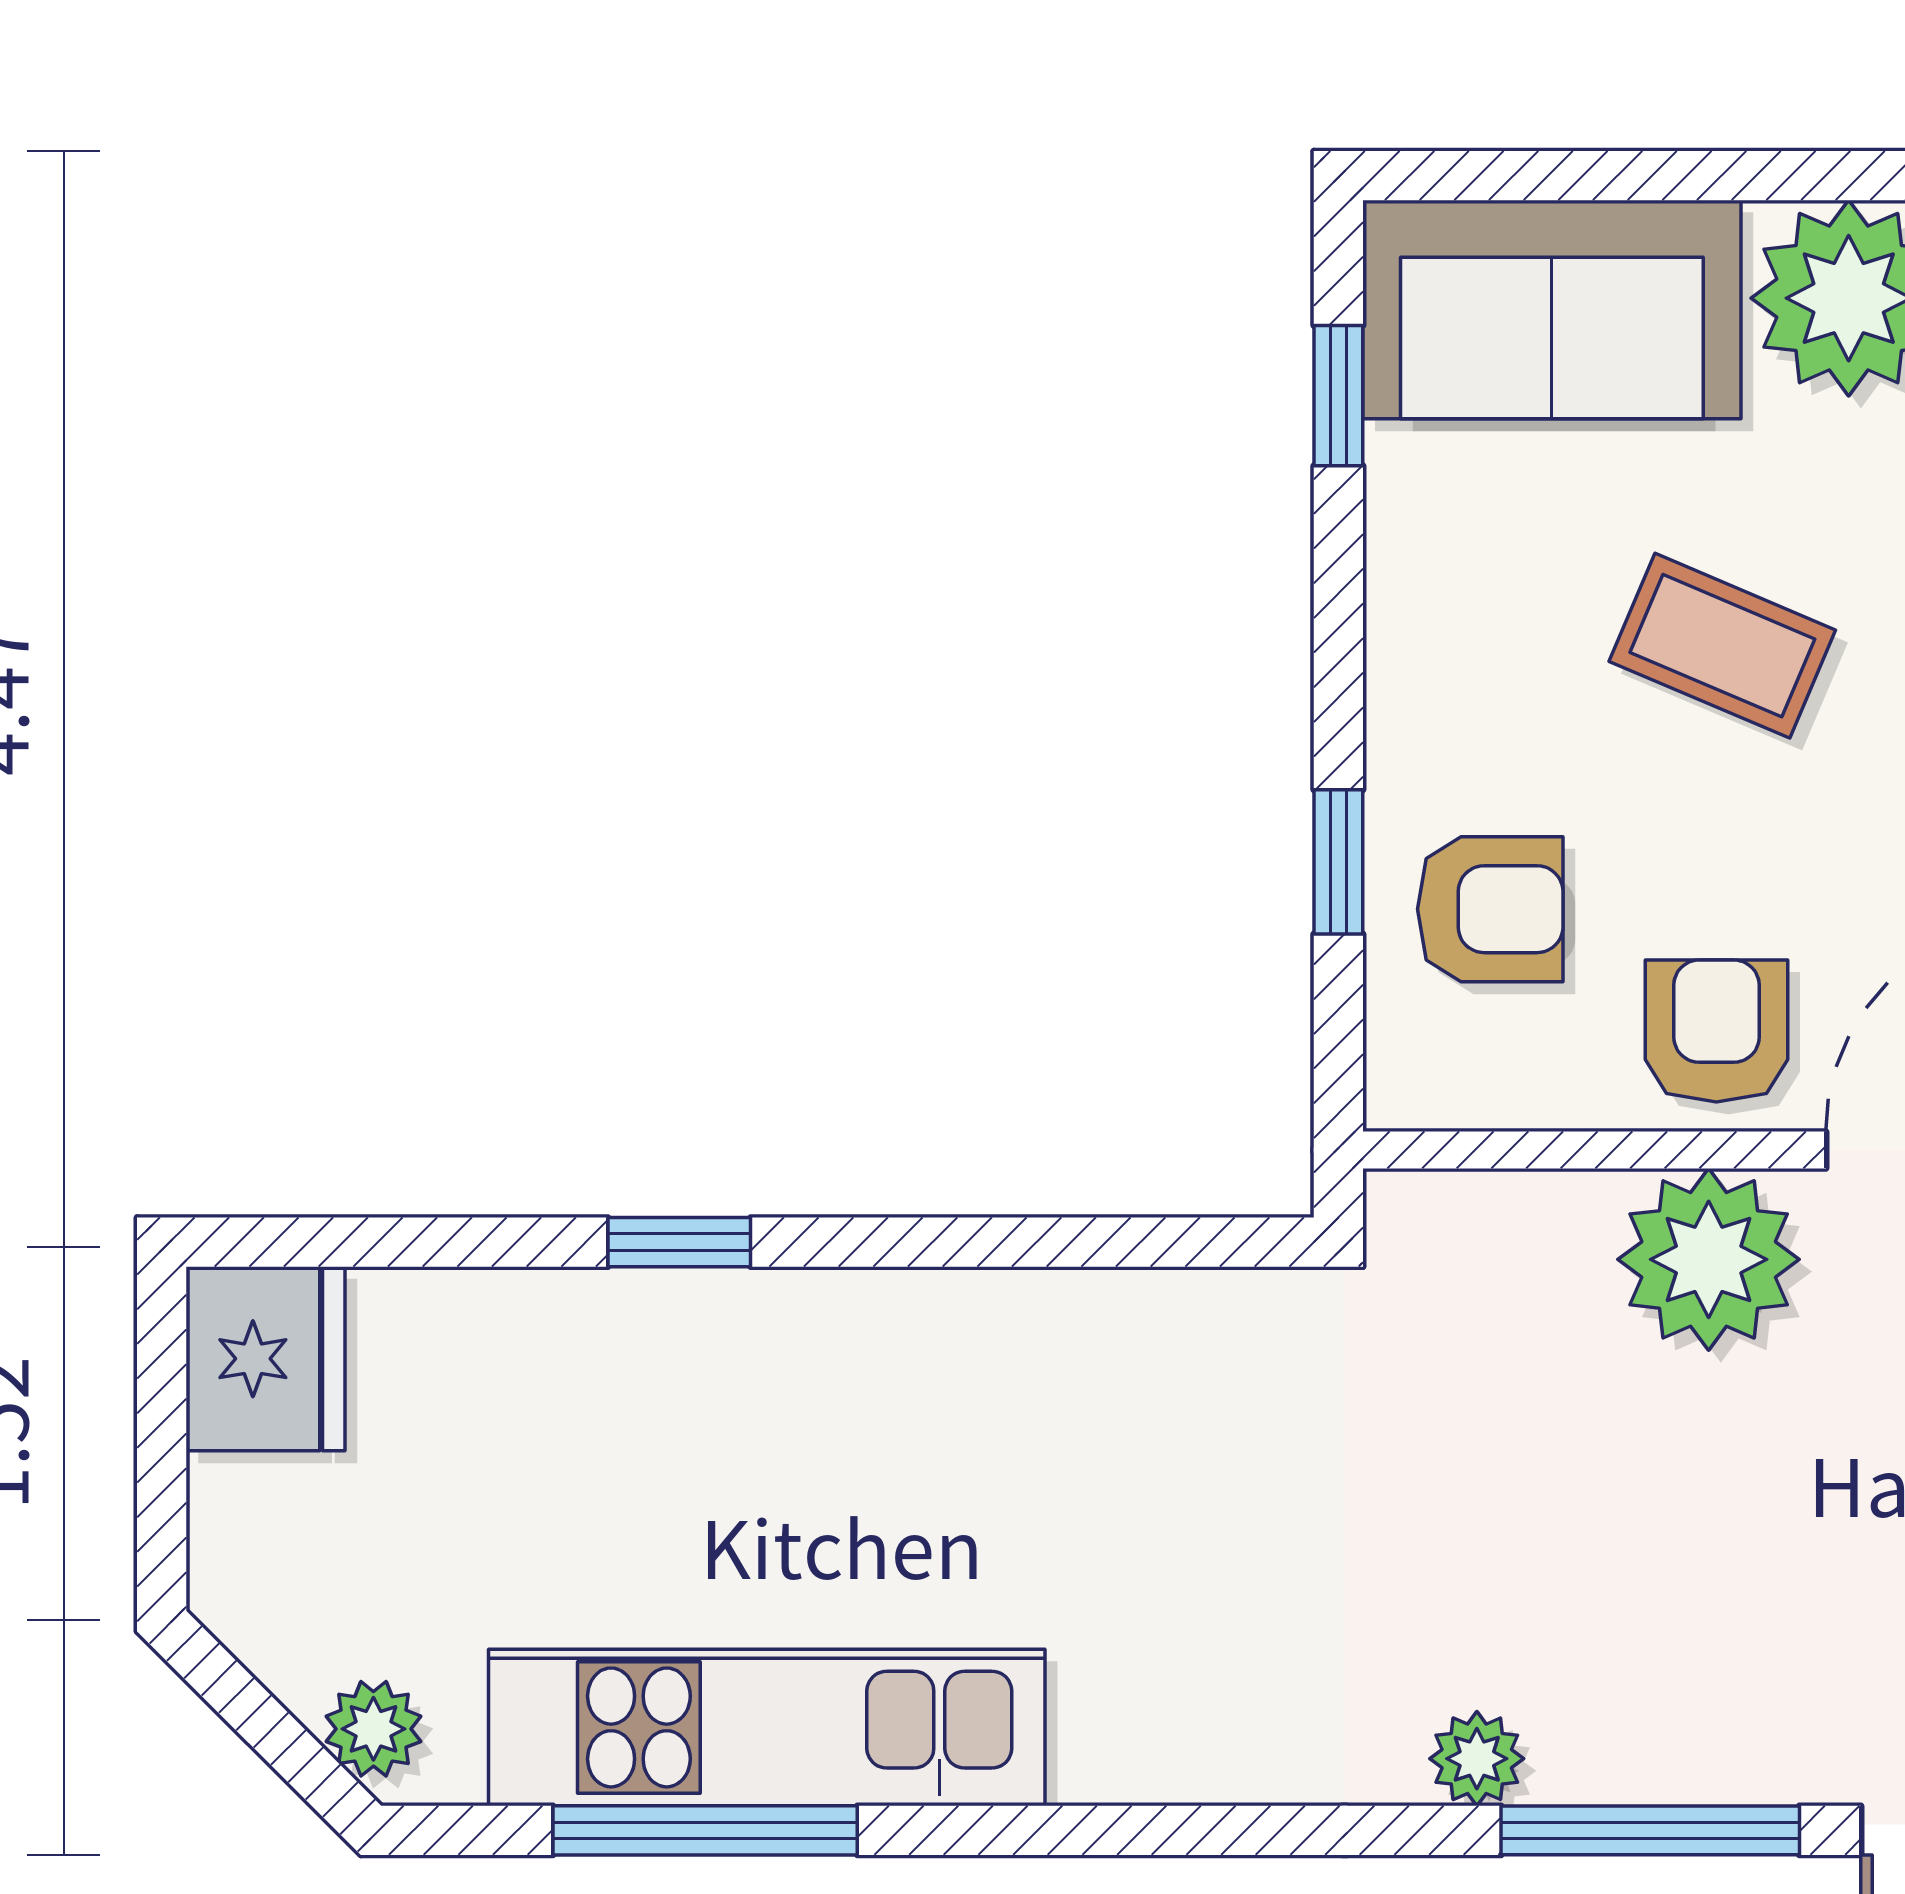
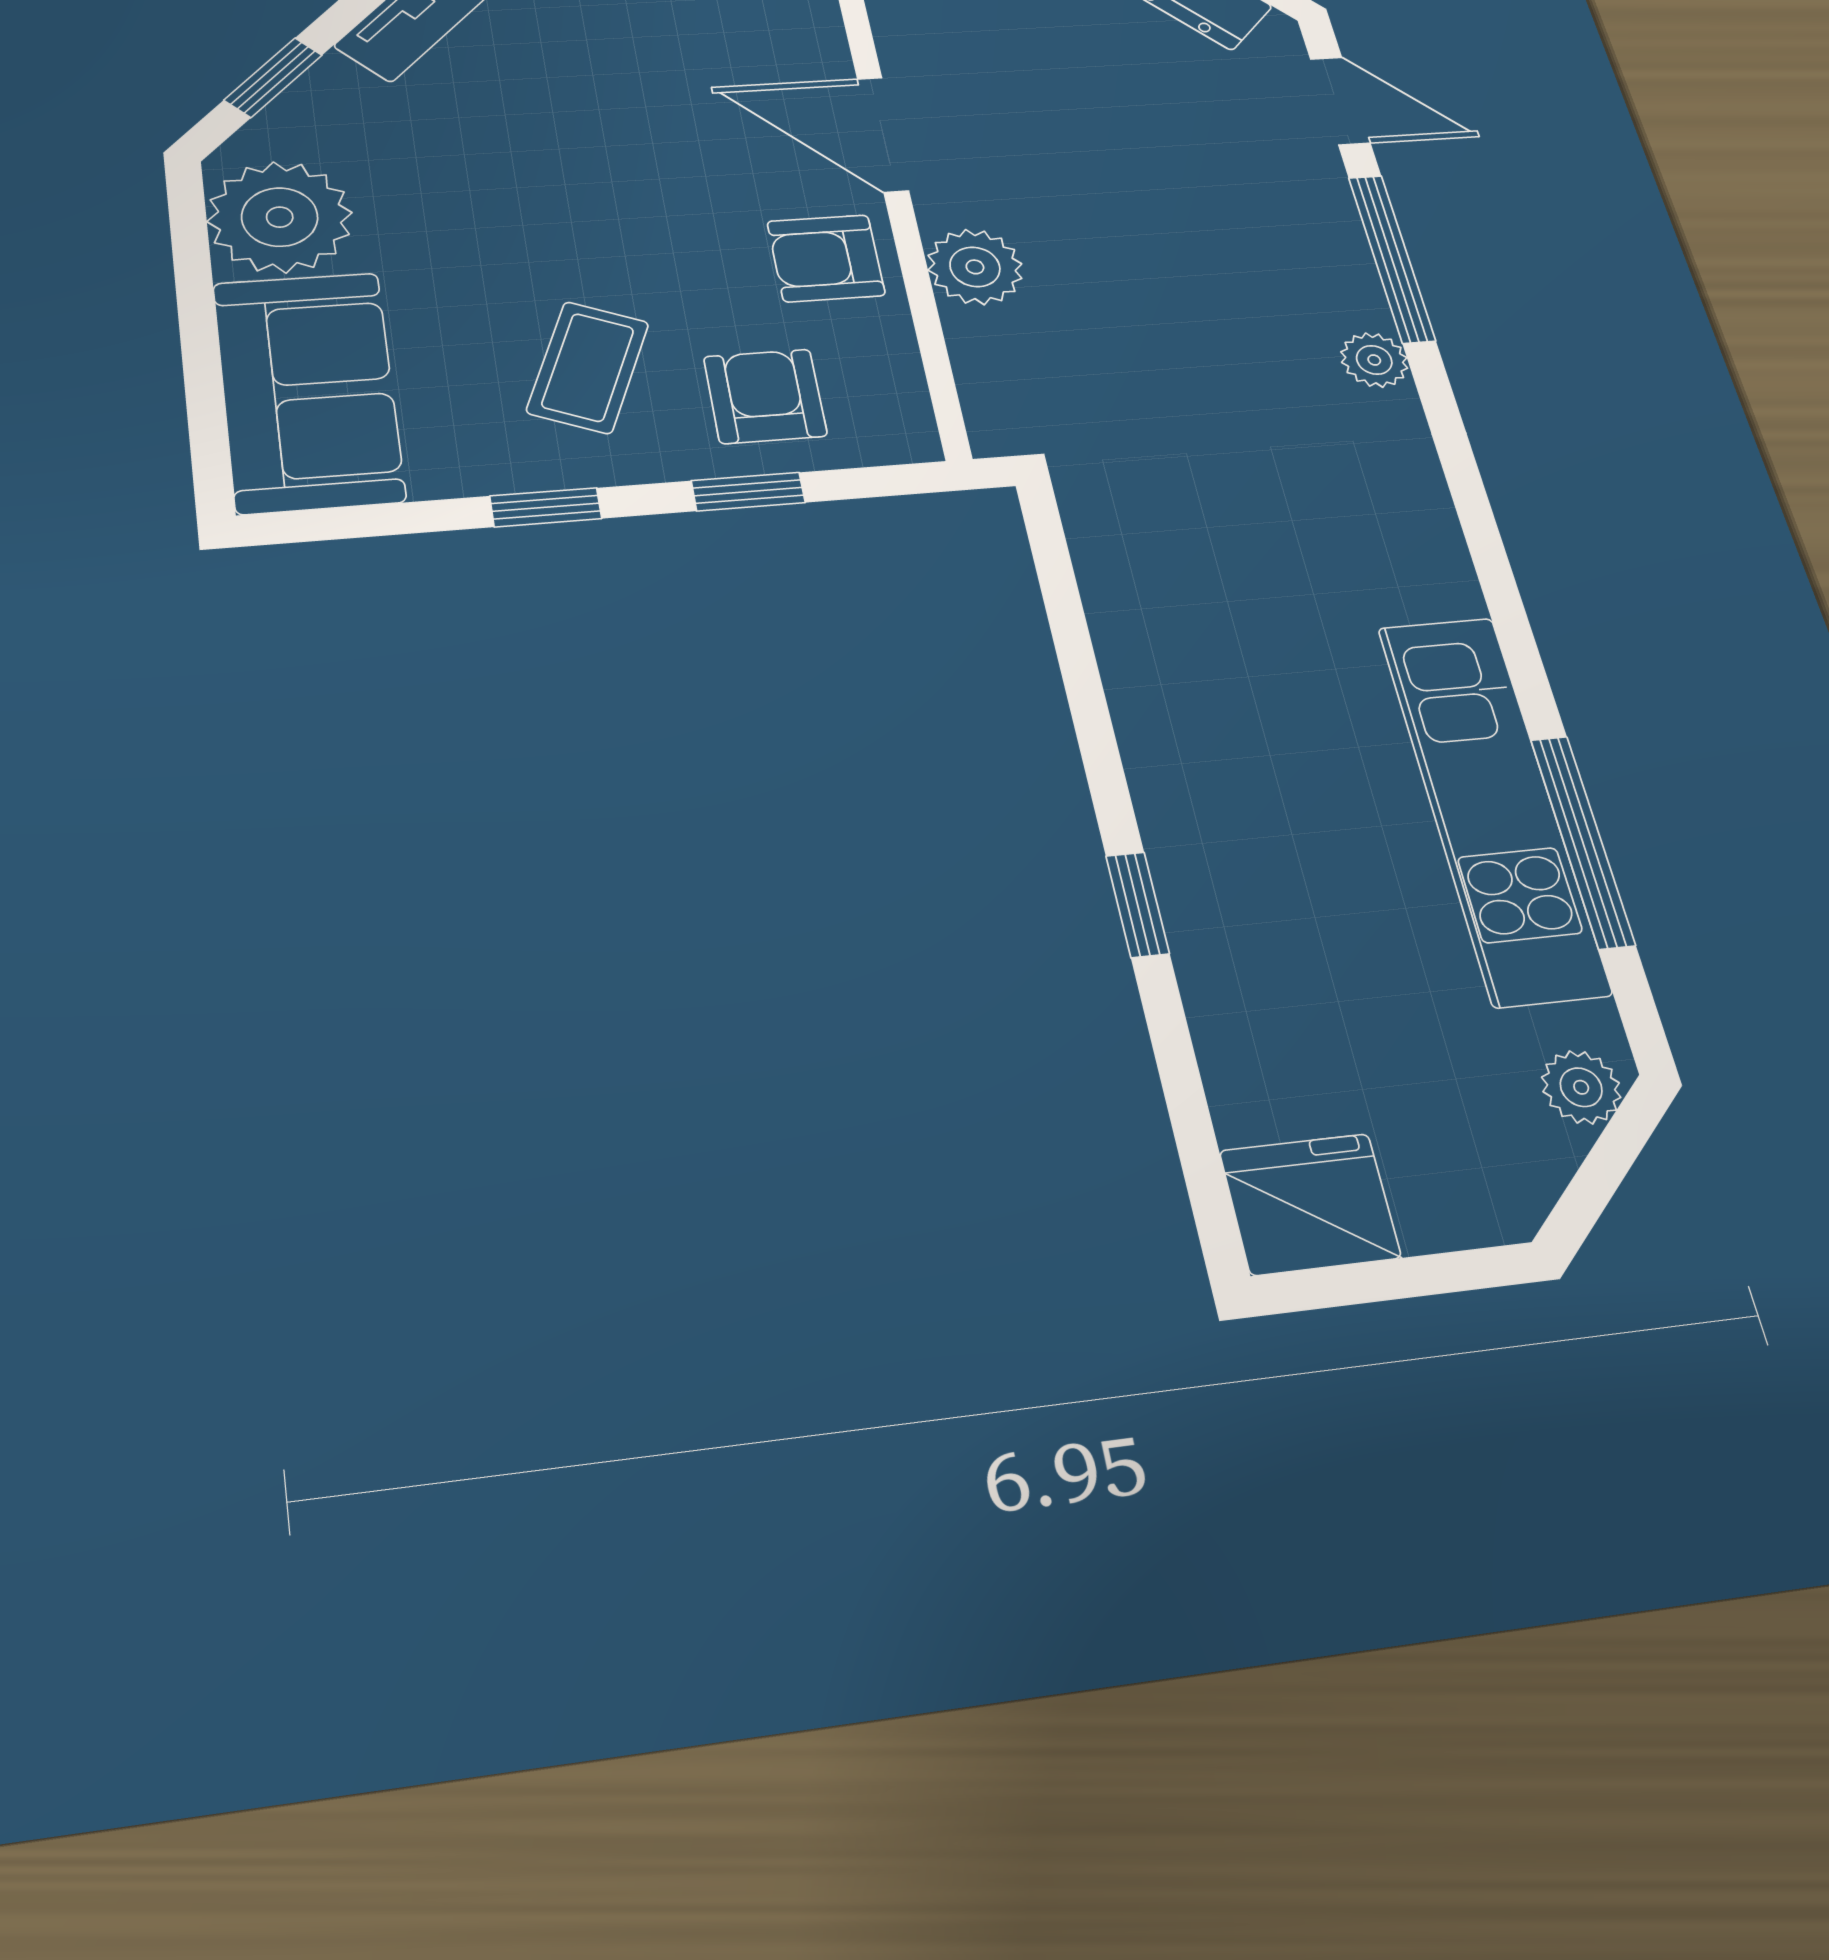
window: (1338, 396) -> (546, 507), moved
coffee table: (1722, 646) -> (588, 367), moved
plant: (1709, 1259) -> (975, 267), width x0.73, depth x0.73

